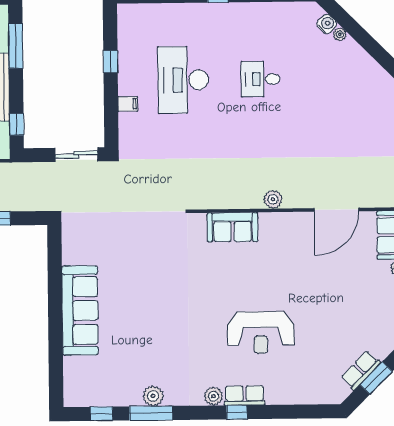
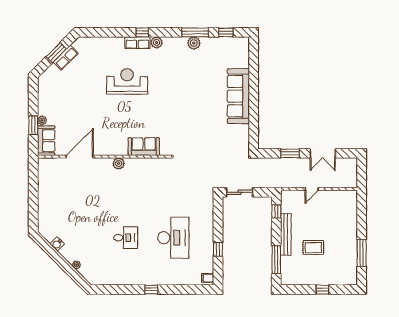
water cooler: (327, 24) -> (57, 244), moved
filing cabinet: (128, 104) -> (208, 278), moved

